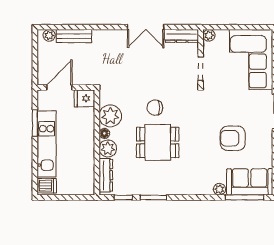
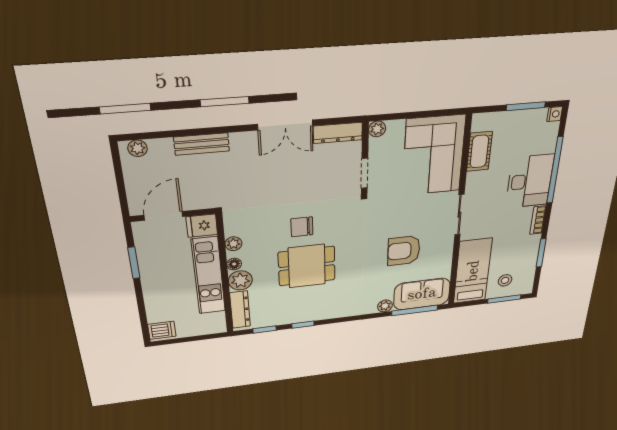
bench: (74, 36) -> (202, 144), moved
plant: (110, 116) -> (233, 244), width x0.53, depth x0.53
kitchen unit: (47, 144) -> (208, 276), moved, turned 180
window: (153, 197) -> (303, 325), width x0.67

